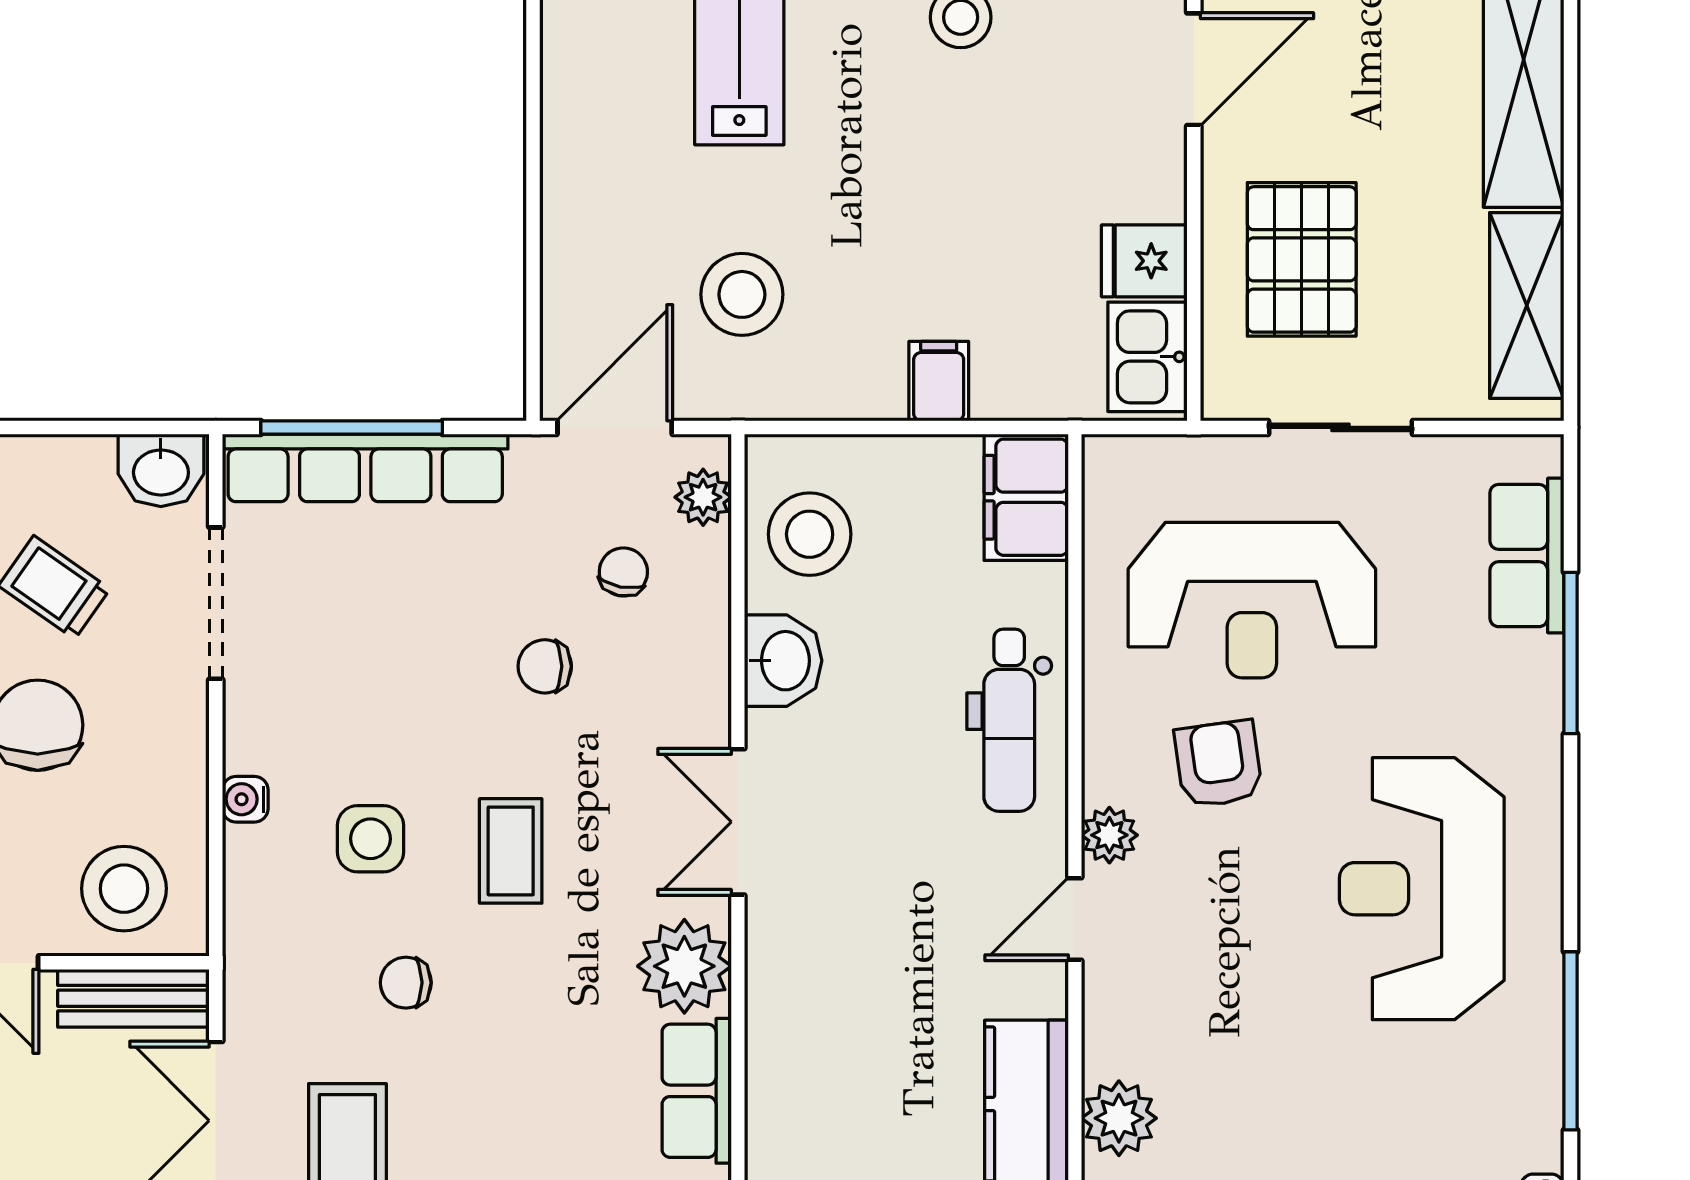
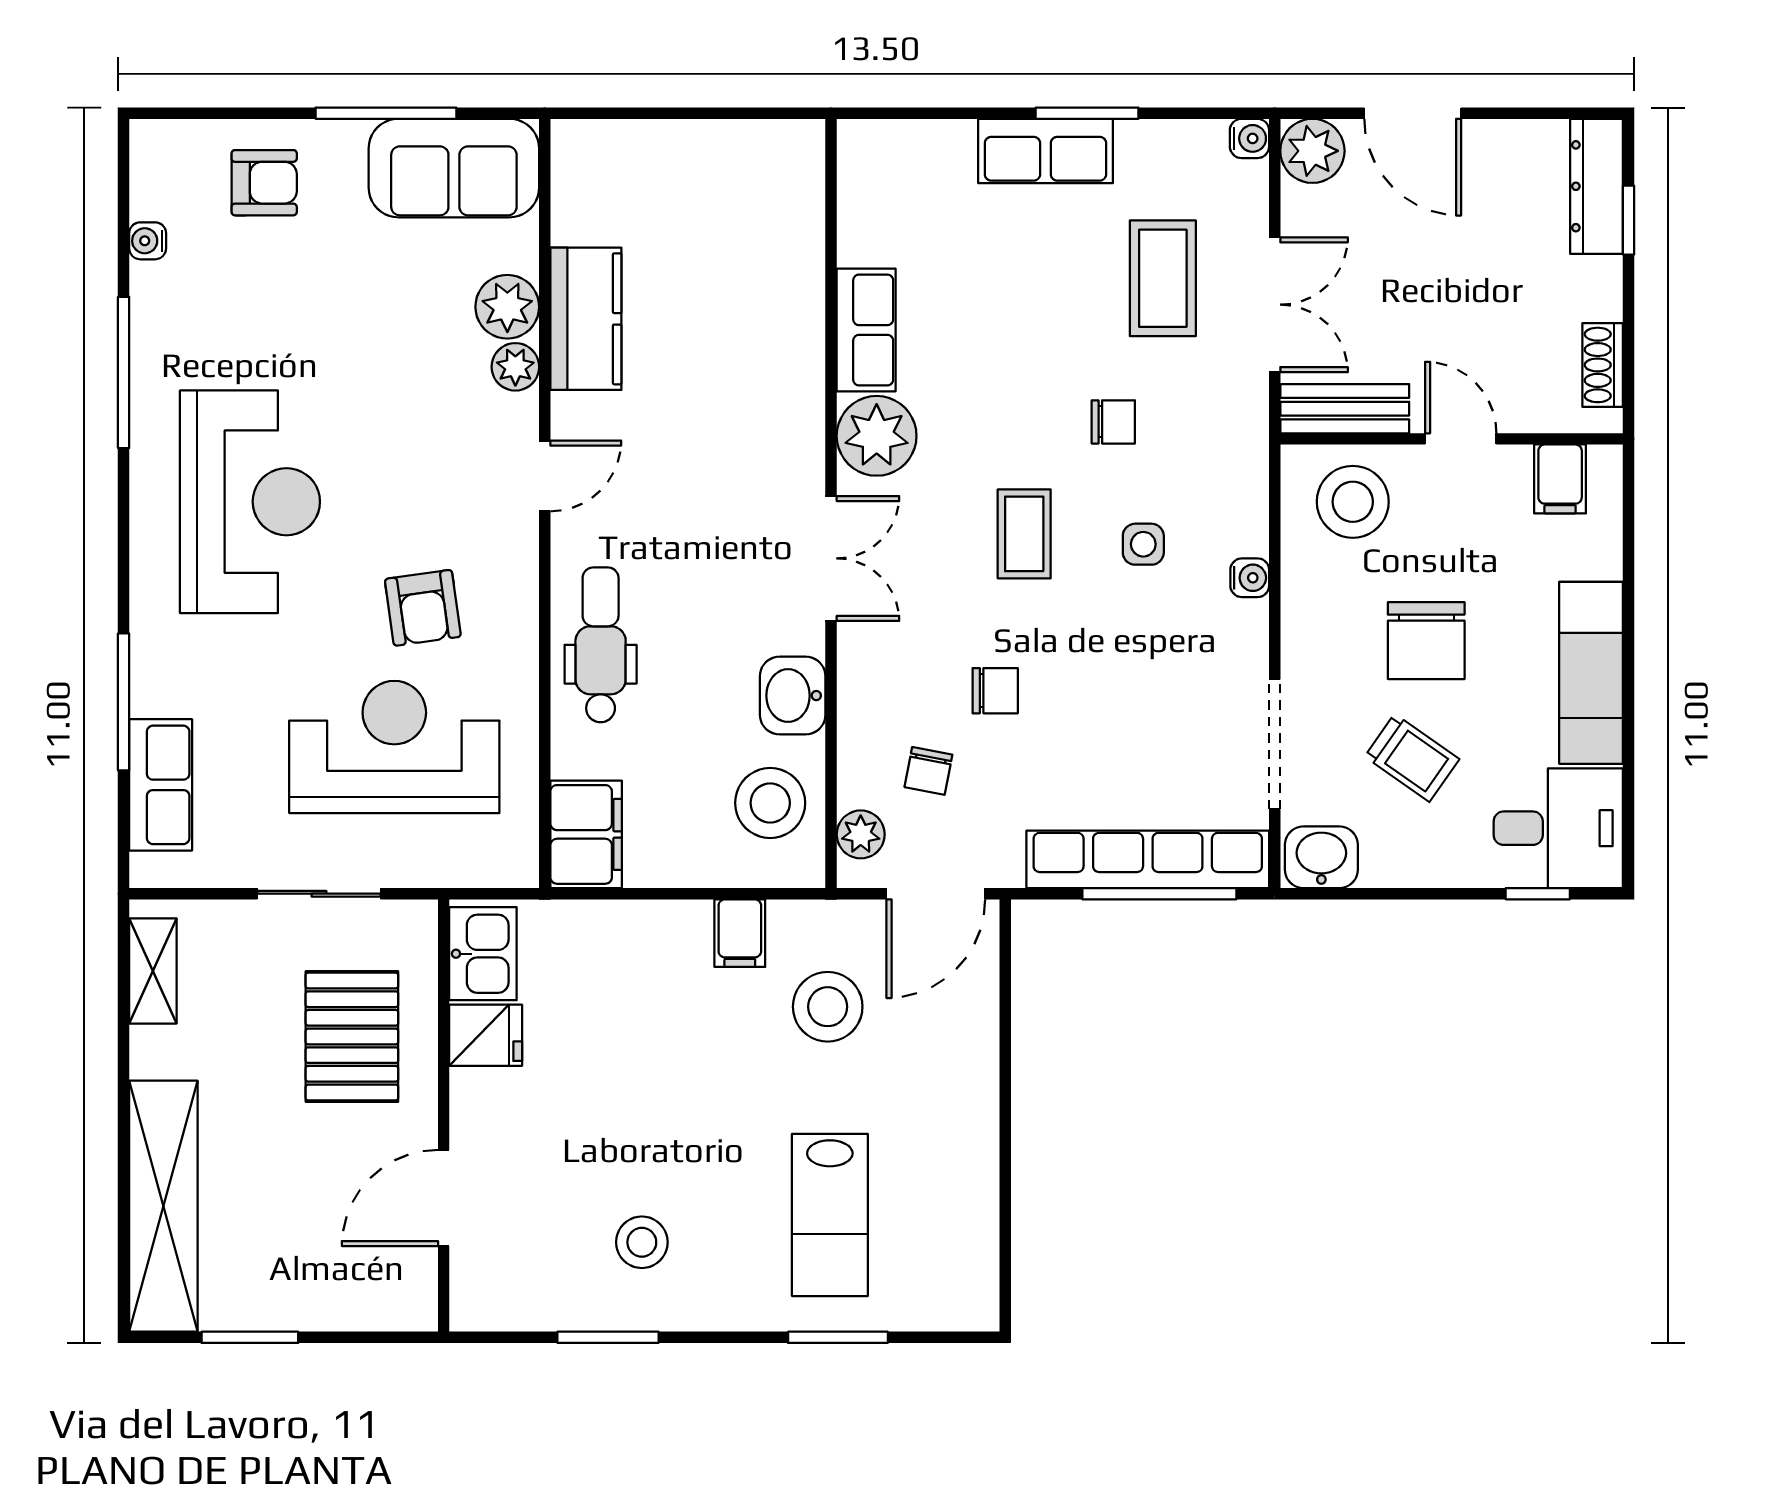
shelving: (1527, 306) -> (153, 971), width x0.67, depth x0.75
filing cabinet: (939, 381) -> (740, 933), moved
plant: (1109, 835) -> (515, 367), moved
side table: (370, 839) -> (1143, 544), width x0.73, depth x0.73

